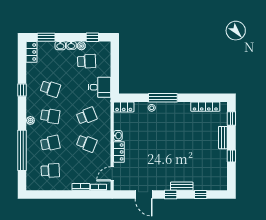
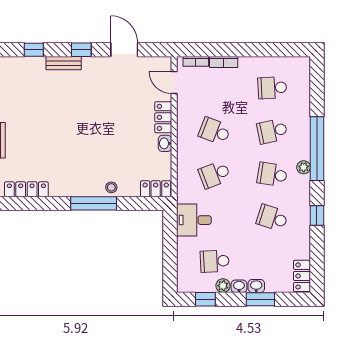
window: (46, 37) -> (260, 299), moved
window: (22, 150) -> (317, 149), moved
door: (112, 174) -> (174, 83), swing flipped

